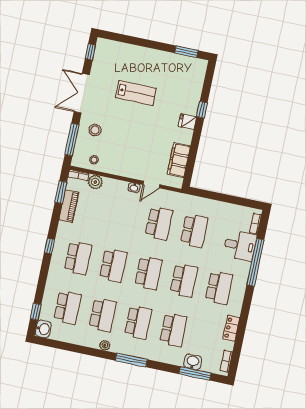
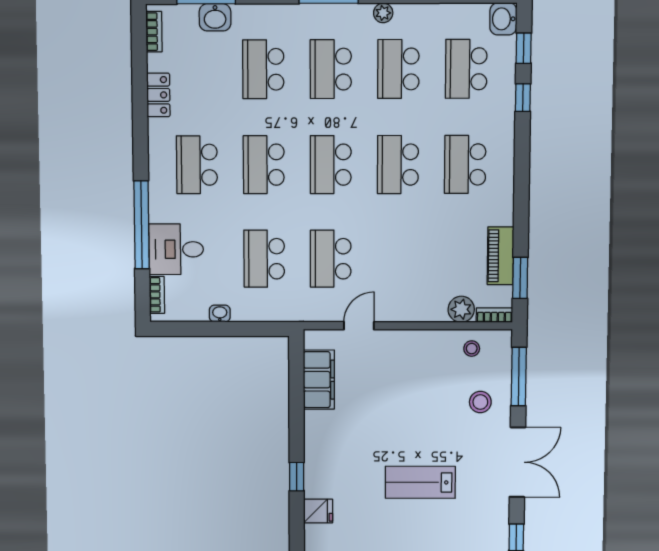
fridge: (187, 122) -> (318, 511), moved
washbasin: (134, 188) -> (220, 313), moved
window: (50, 246) -> (523, 98), moved

